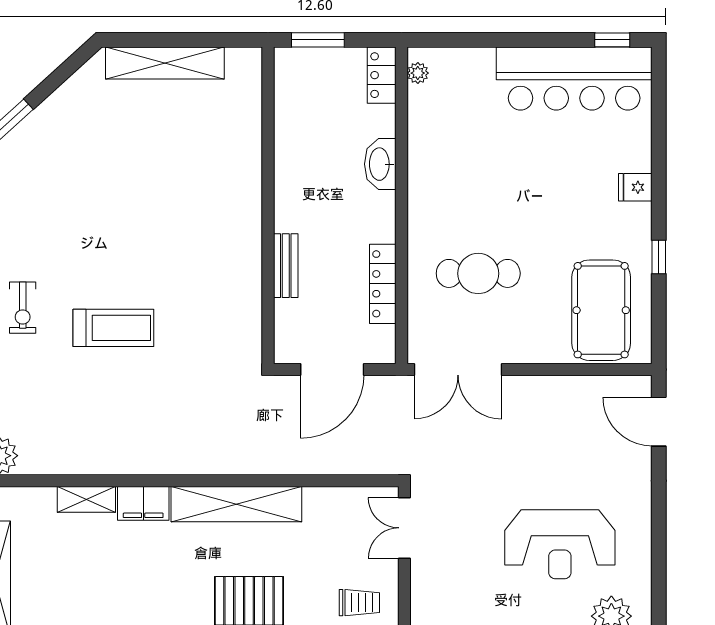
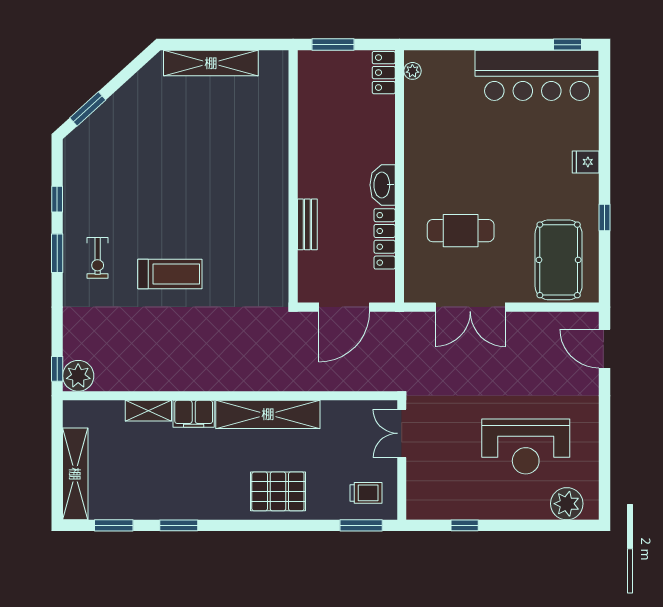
washbasin: (380, 164) -> (383, 185), moved
double door: (458, 370) -> (470, 307), moved

